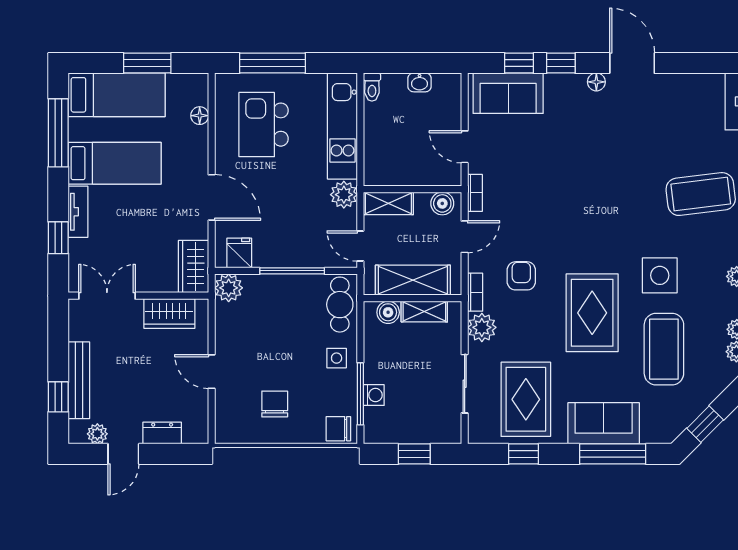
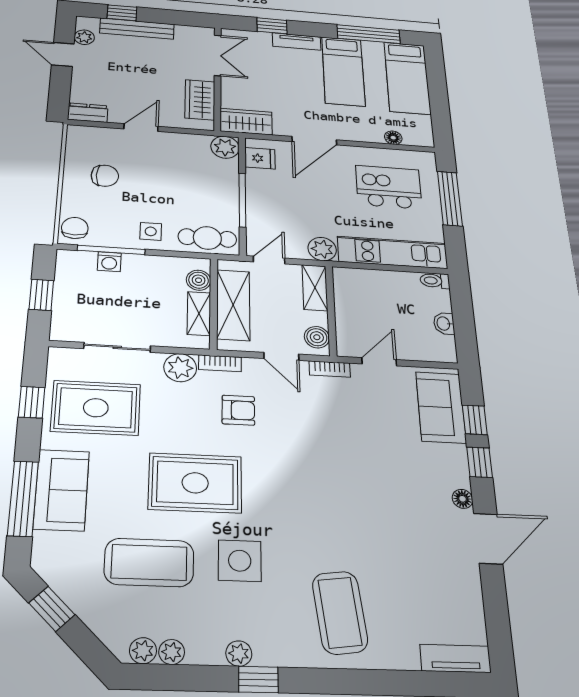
window: (147, 63) -> (439, 102), removed
dresser: (162, 433) -> (88, 113), moved, turned -90

